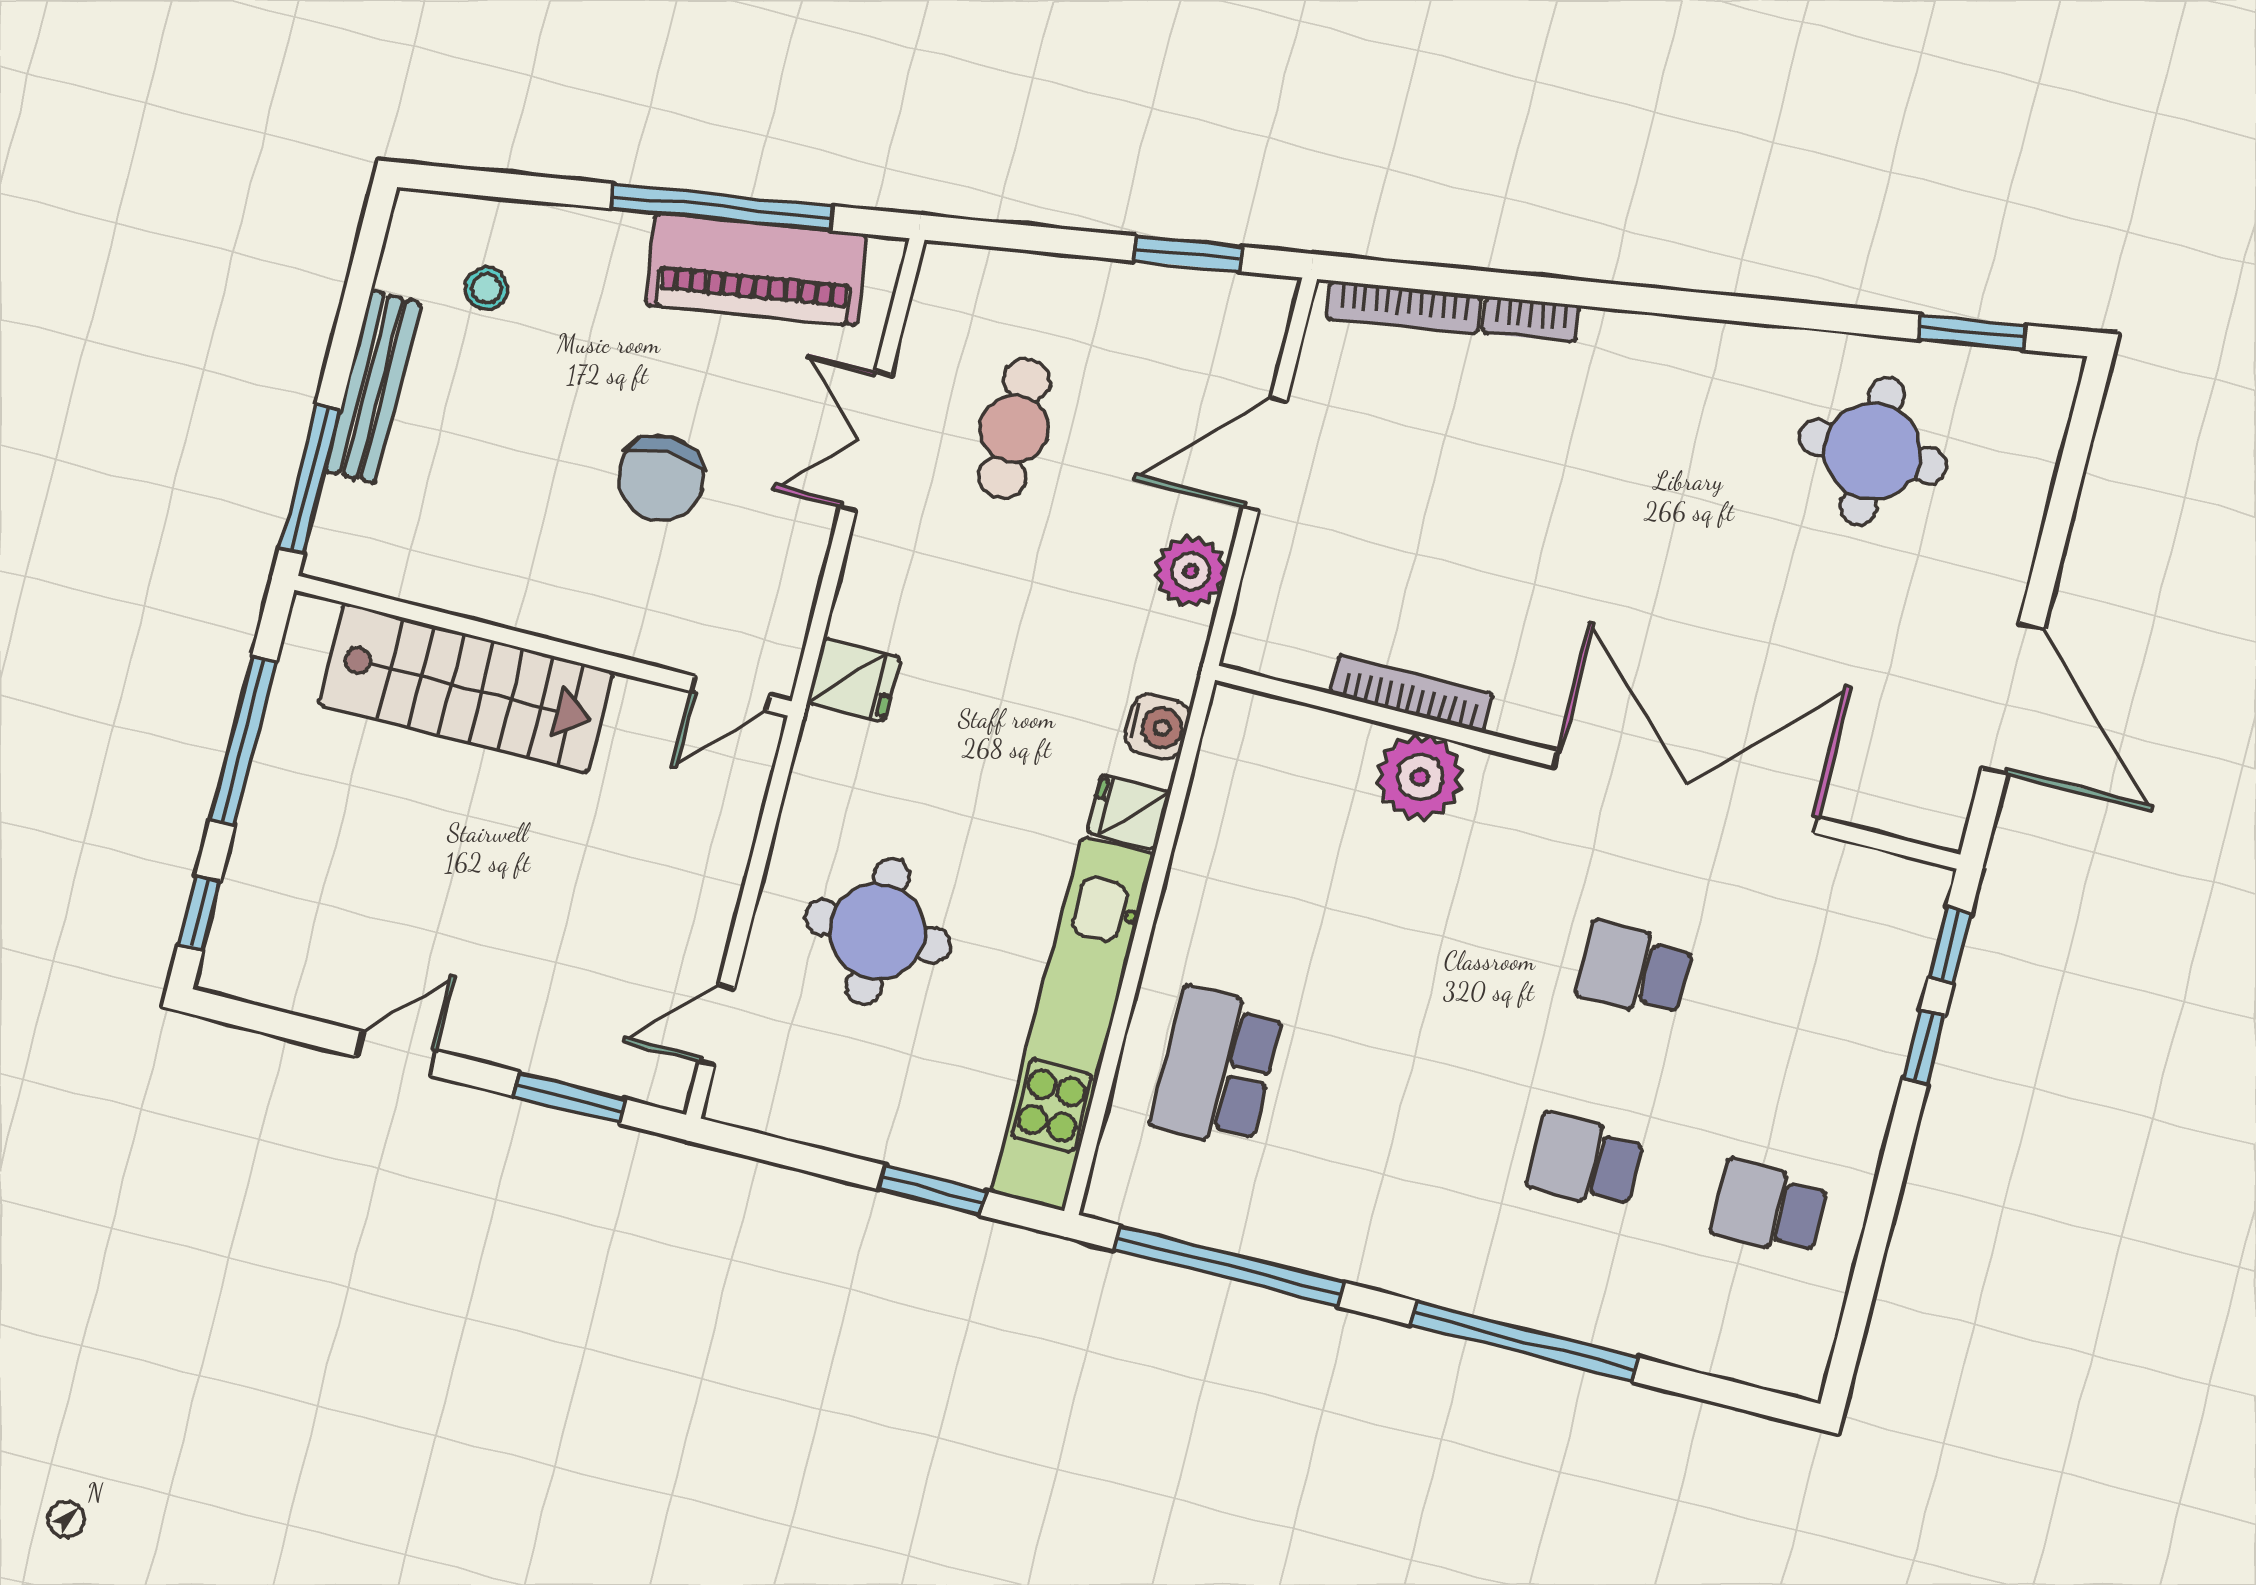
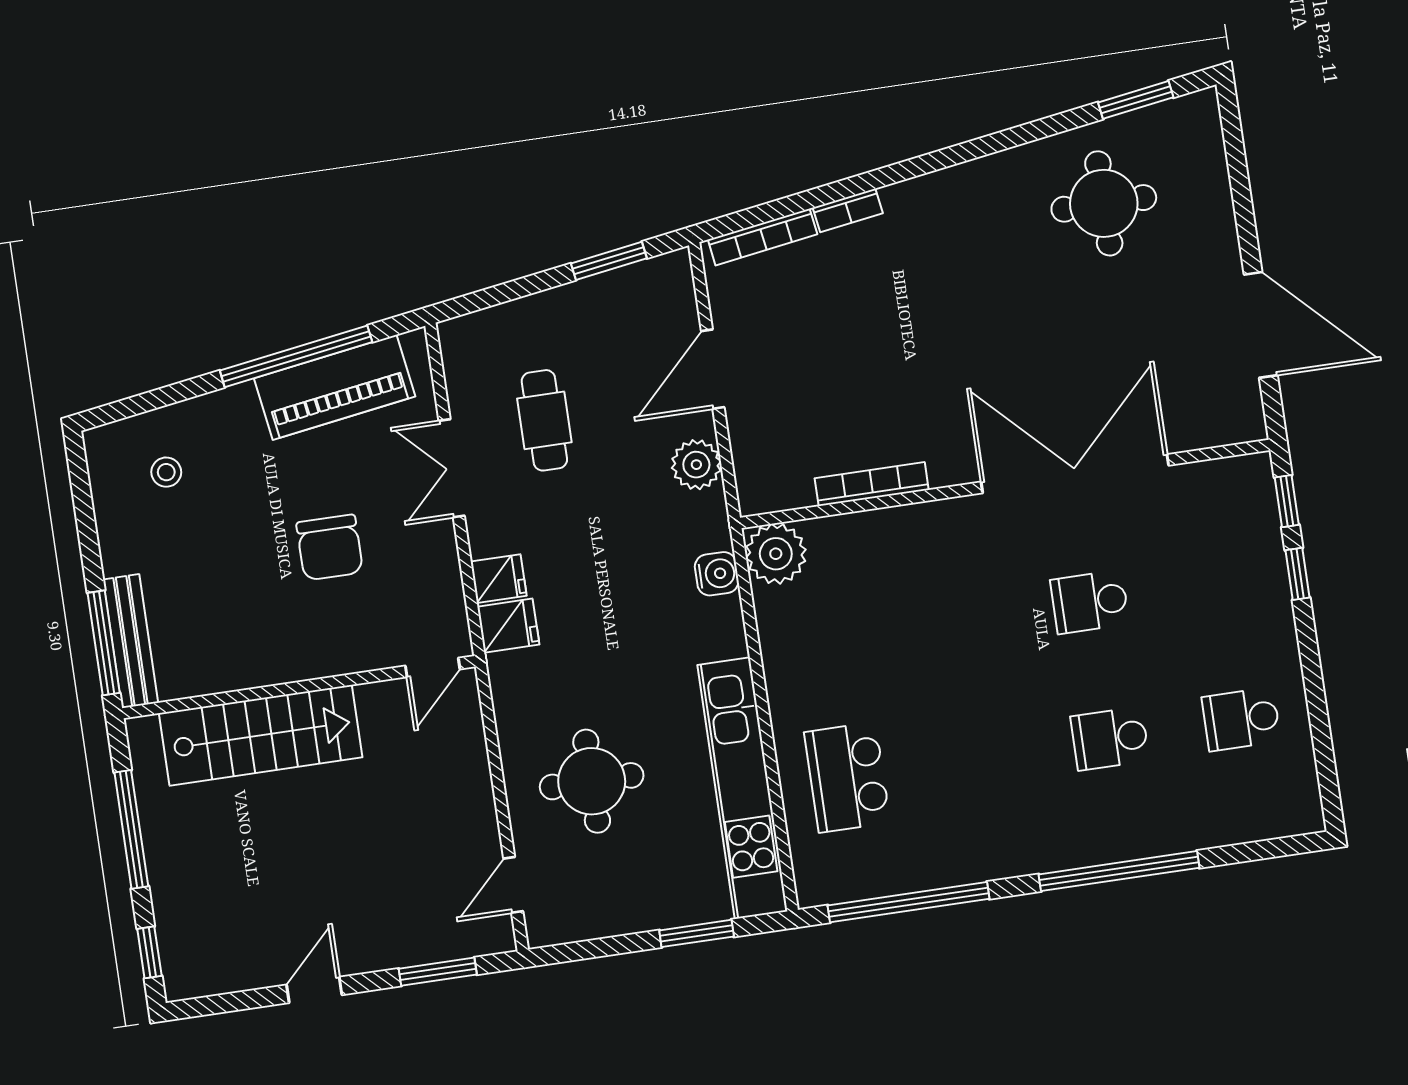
bench: (373, 387) -> (131, 641), moved
plant: (1420, 777) -> (776, 554), moved
fridge: (1129, 812) -> (499, 579), moved, turned 180

